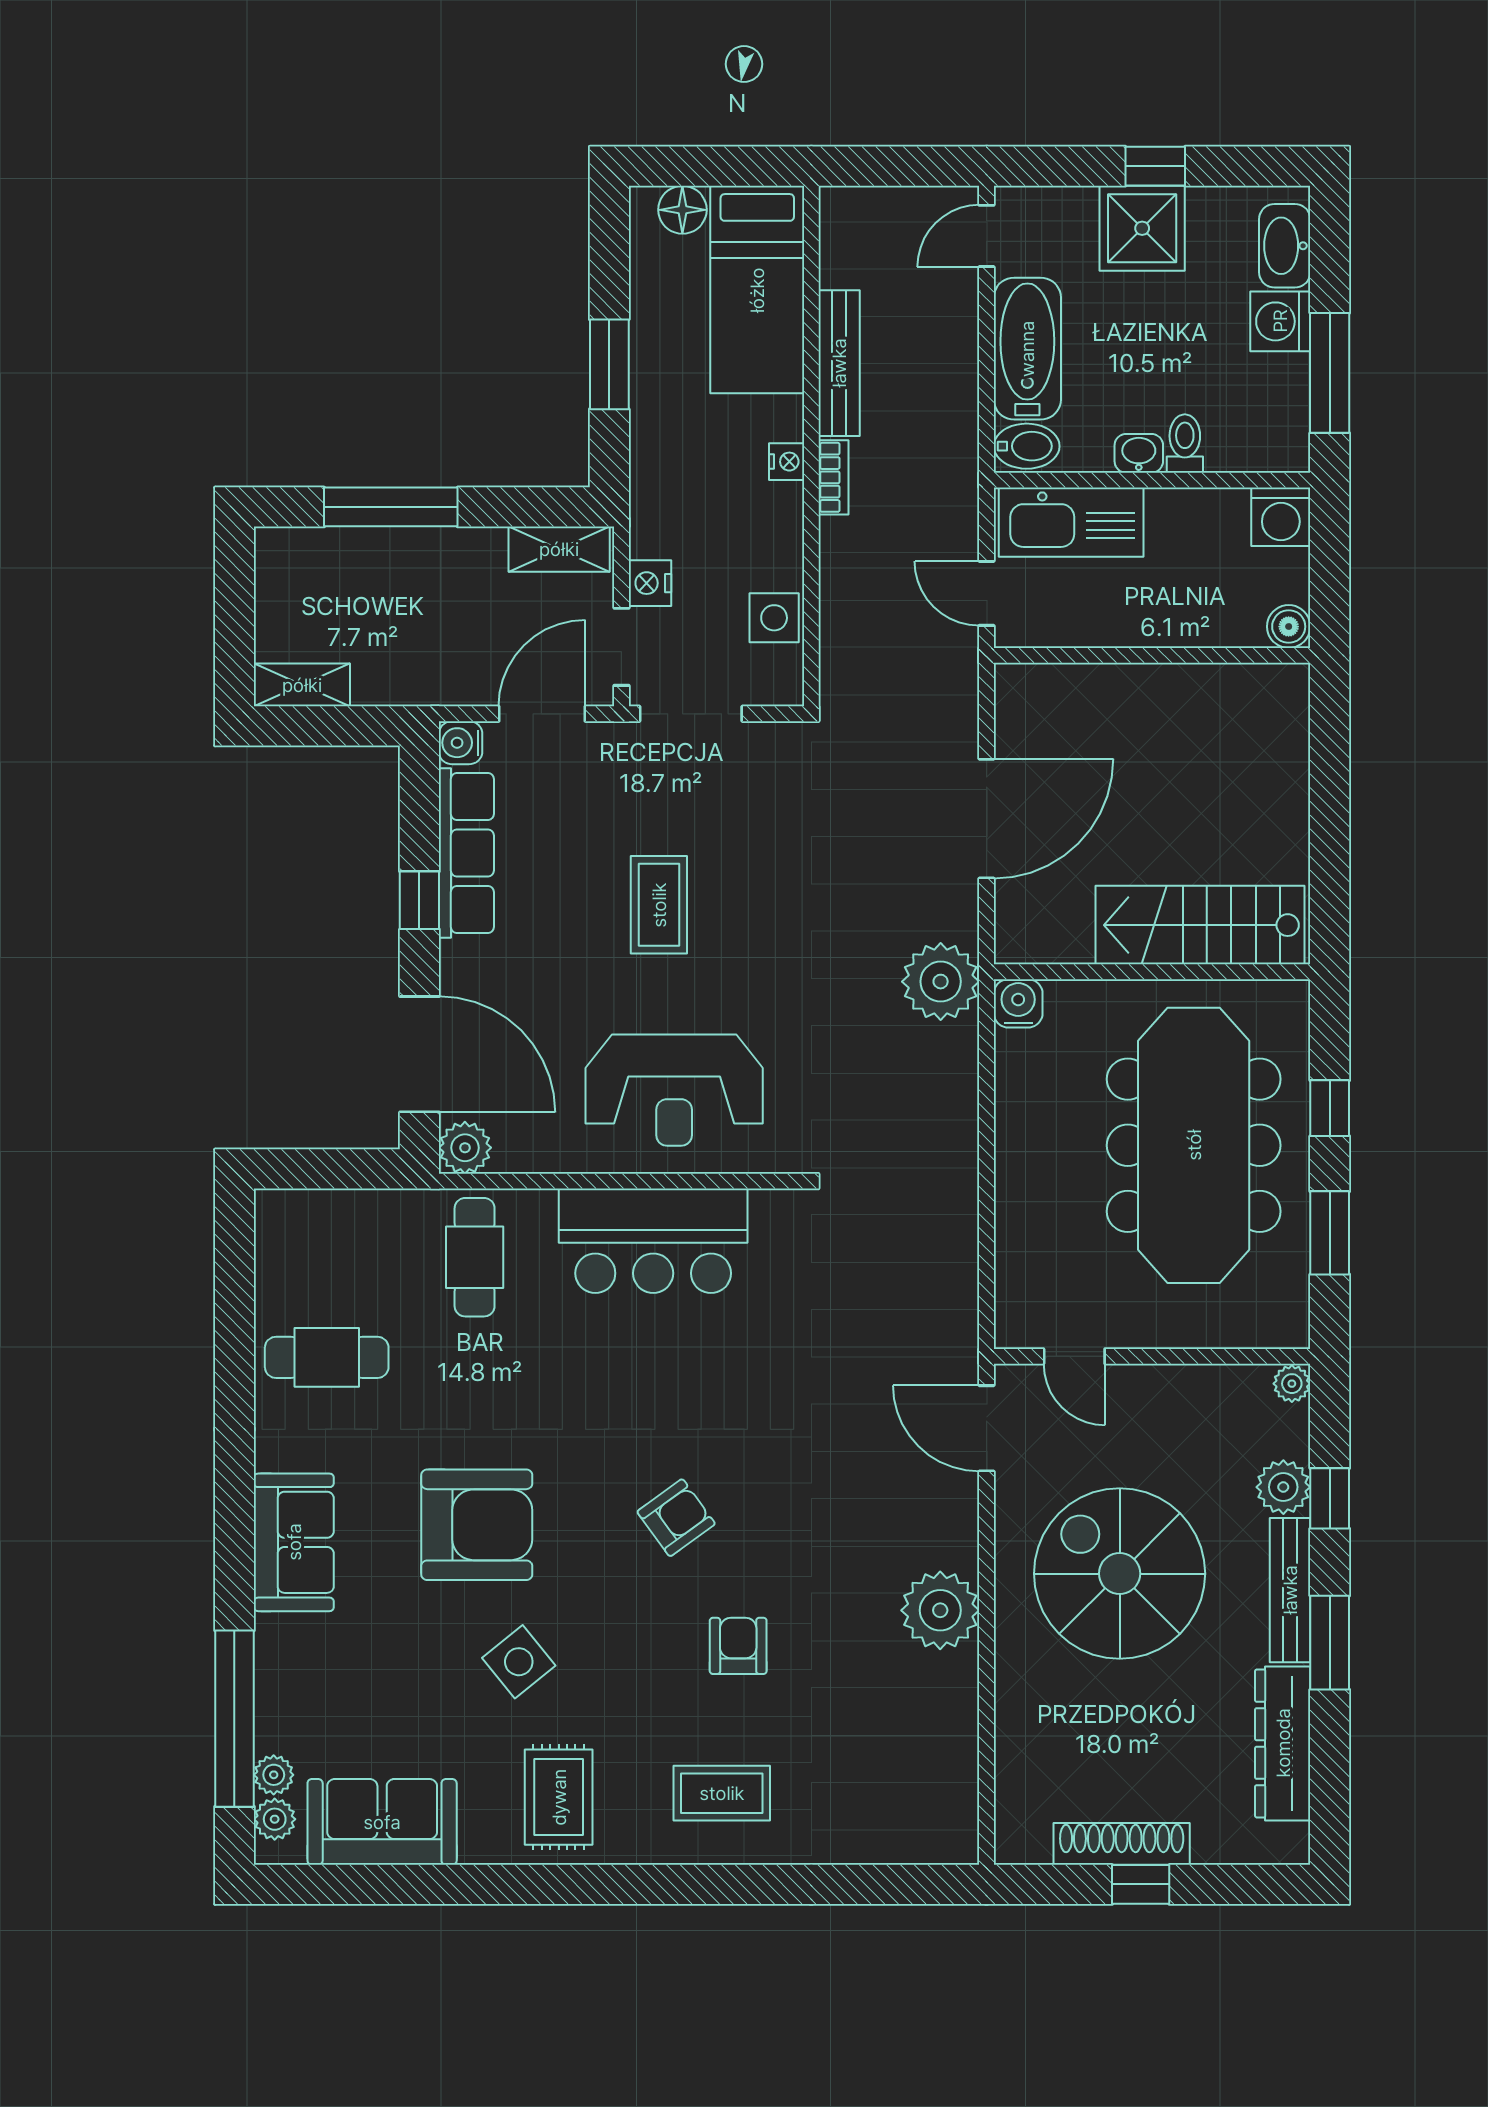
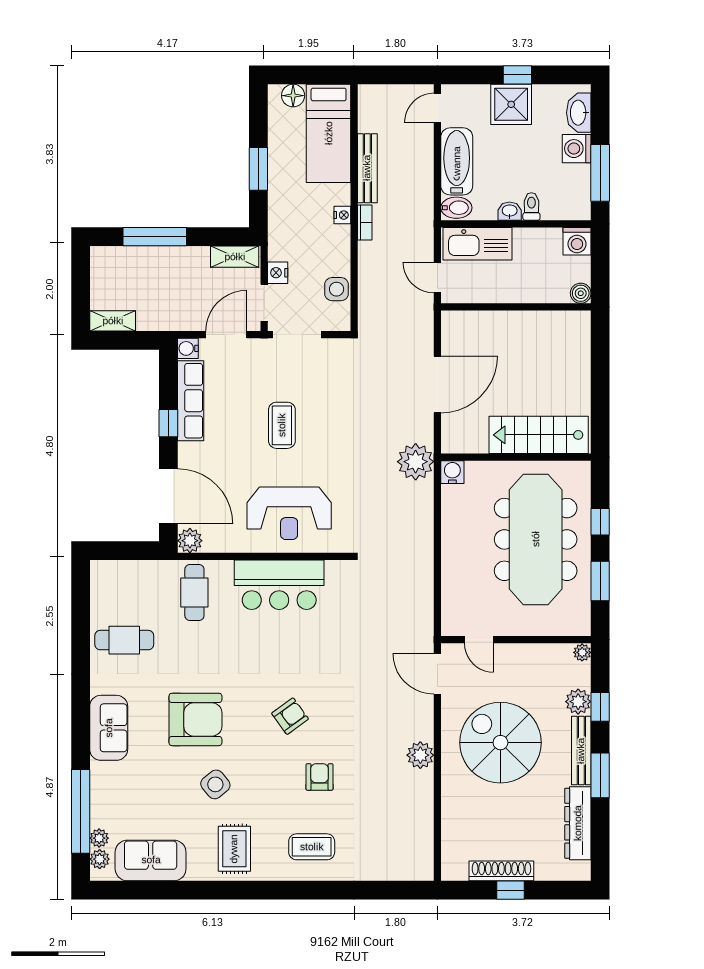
plant: (940, 1610) -> (420, 755), width x0.73, depth x0.73

